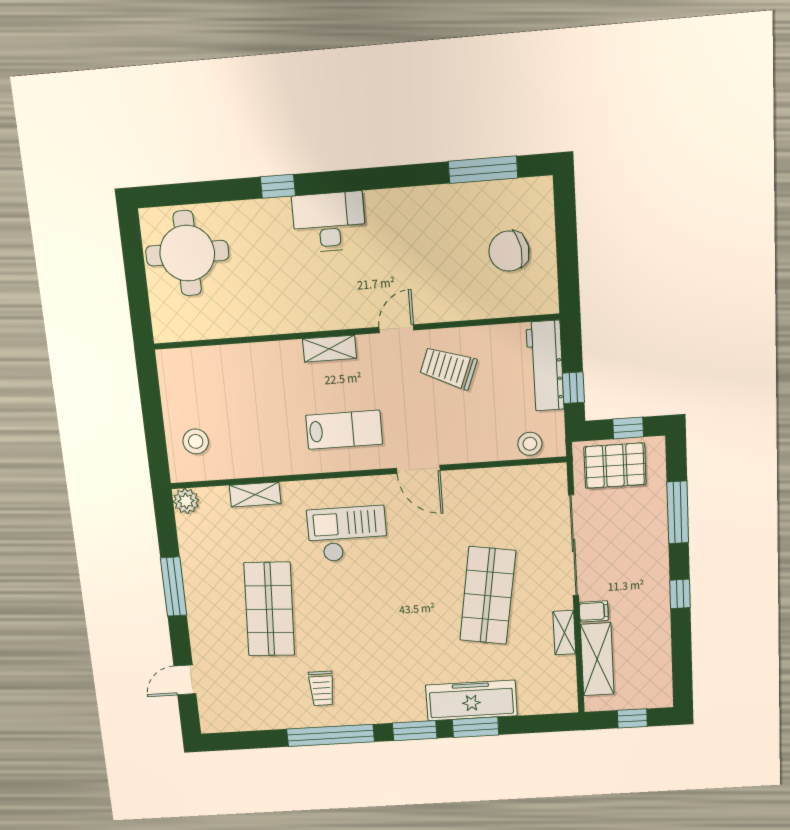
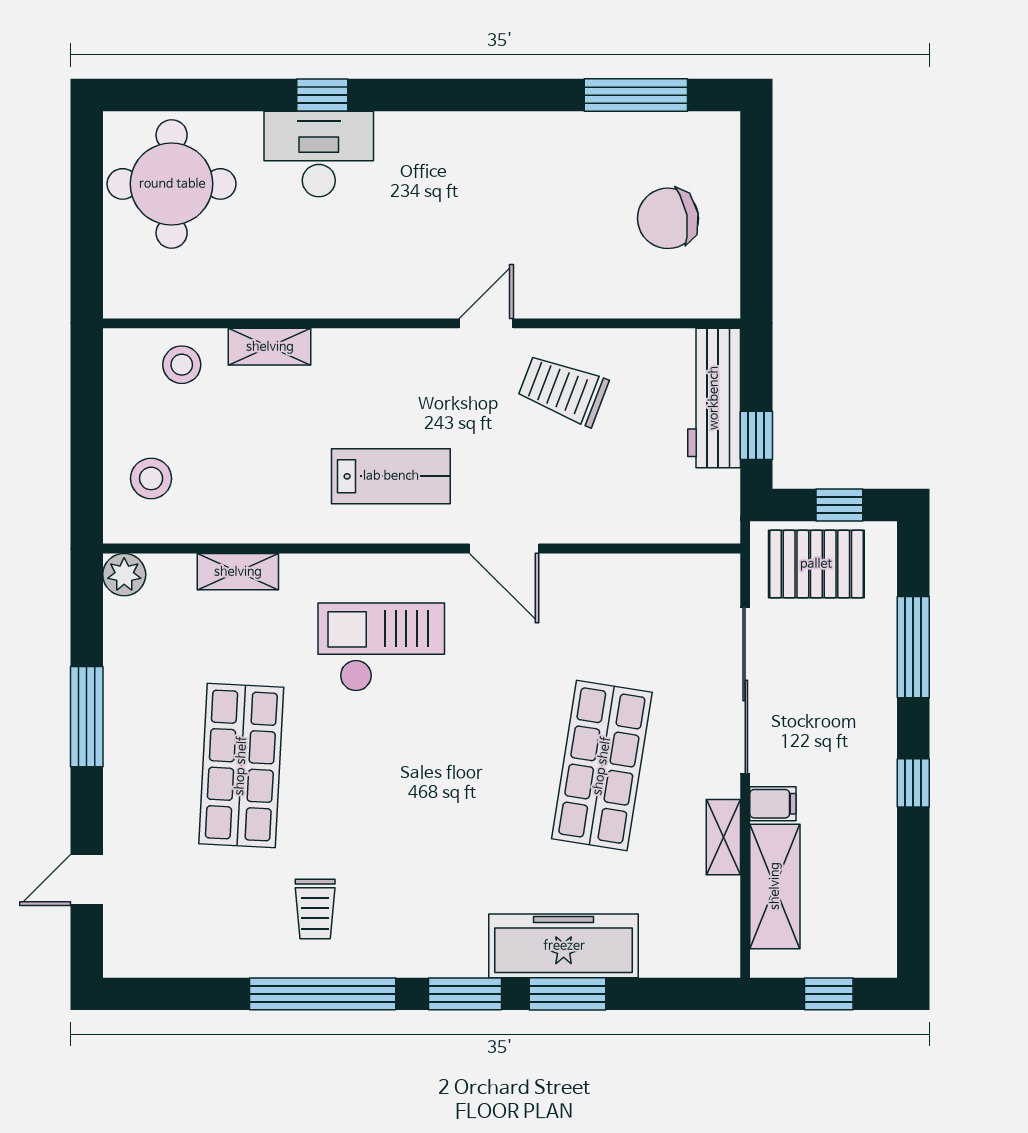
desk: (329, 222) -> (319, 154), moved
shelving: (329, 349) -> (270, 347), moved
stool: (530, 444) -> (182, 365), moved

